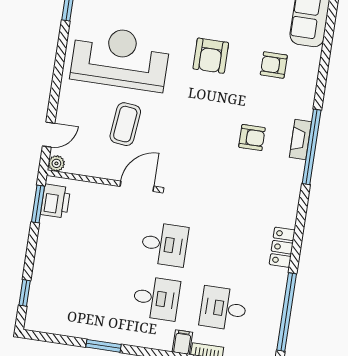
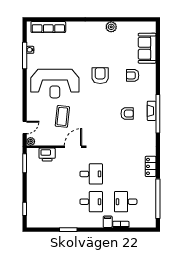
armchair: (211, 56) -> (100, 76), turned 180
reception desk: (120, 58) -> (55, 84), turned 180
printer: (56, 201) -> (47, 155), moved, turned 90

